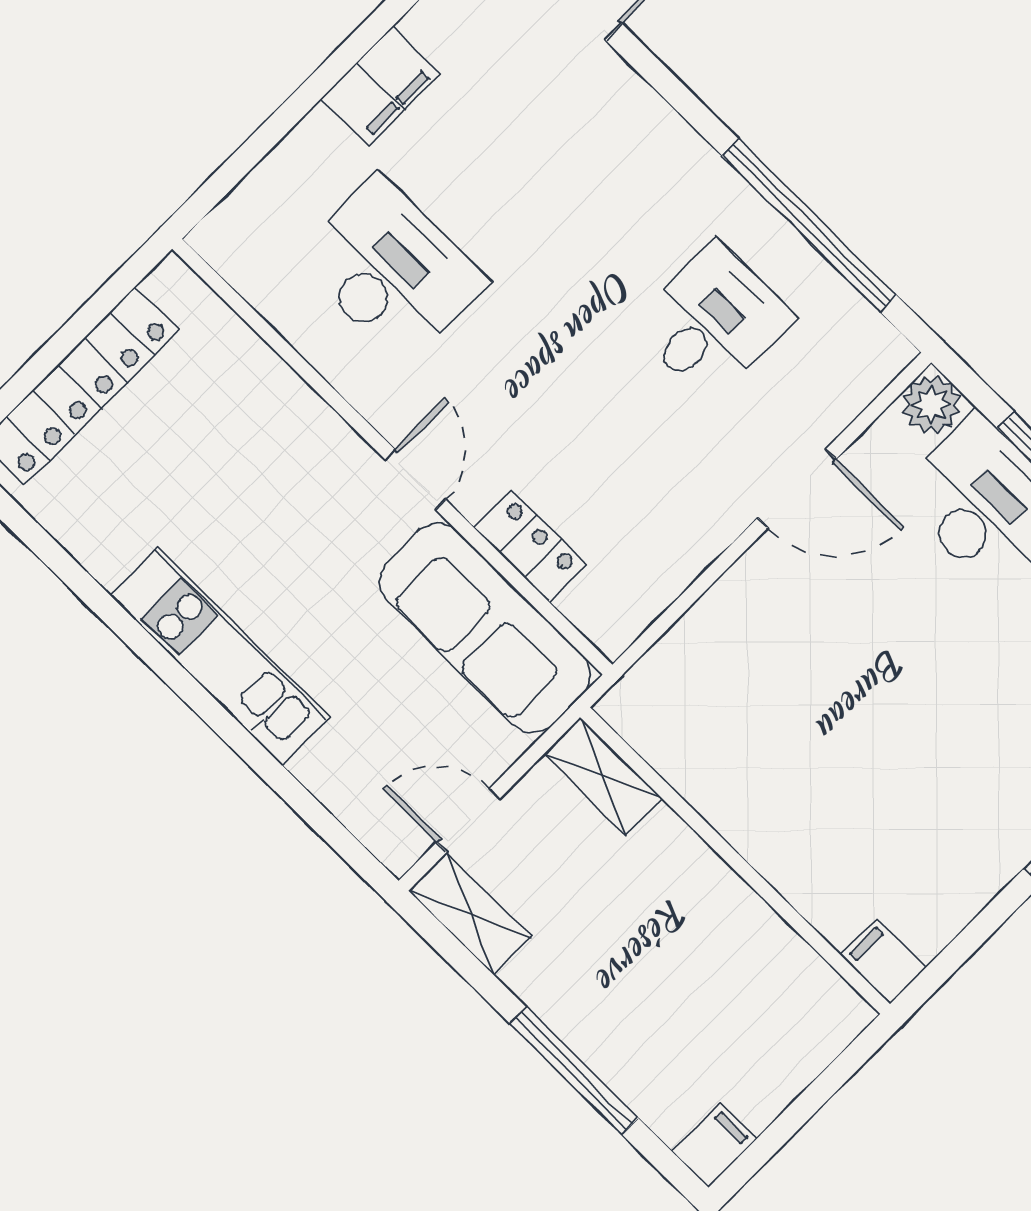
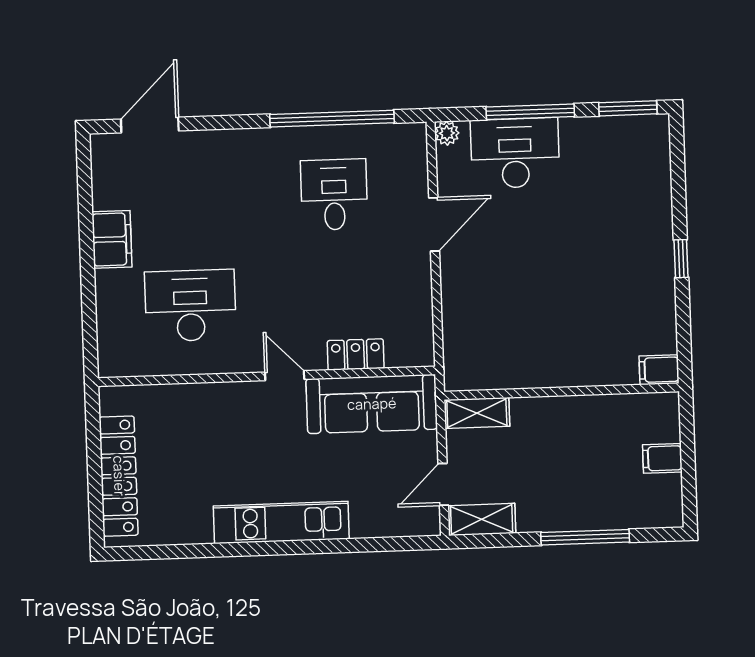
plant: (931, 404) -> (447, 133), width x0.73, depth x0.73
filing cabinet: (714, 1145) -> (662, 458), moved, turned -90

